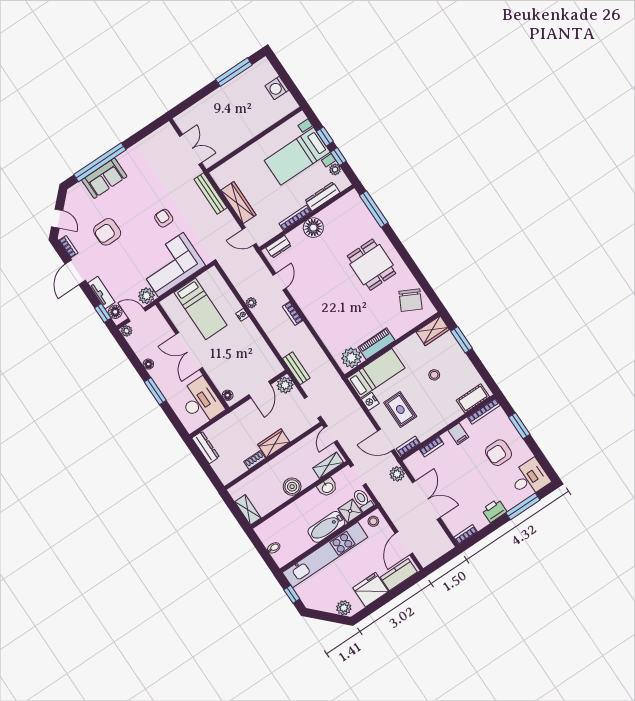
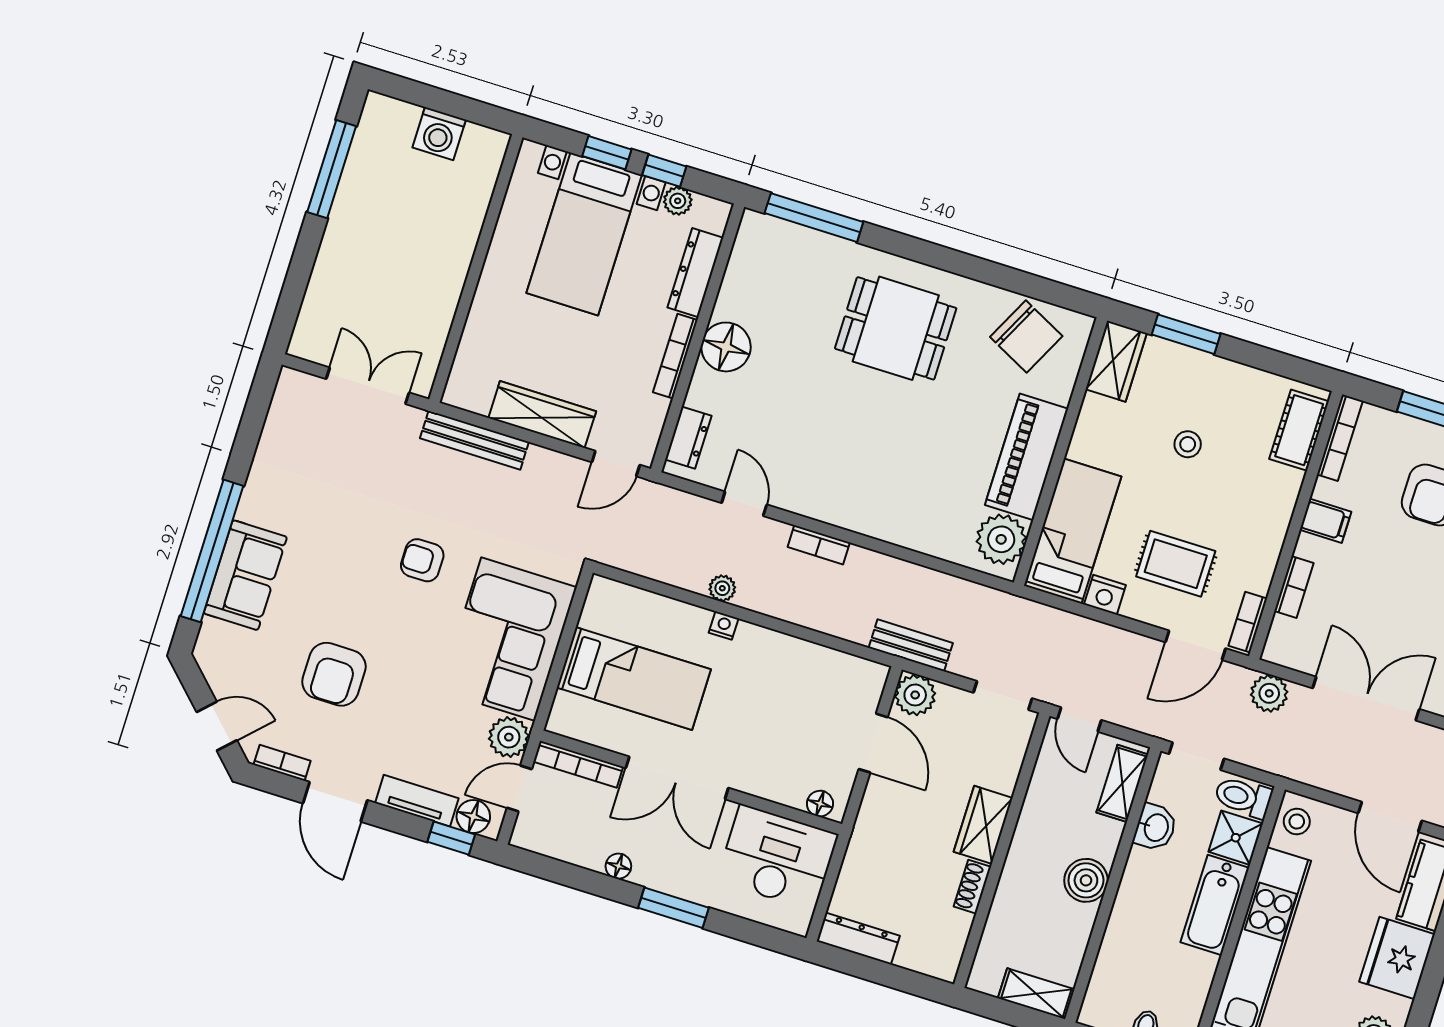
bookcase: (161, 322) -> (578, 764), added
plant: (127, 331) -> (525, 836), removed
piano: (376, 344) -> (1027, 457), width x1.37, depth x1.33

